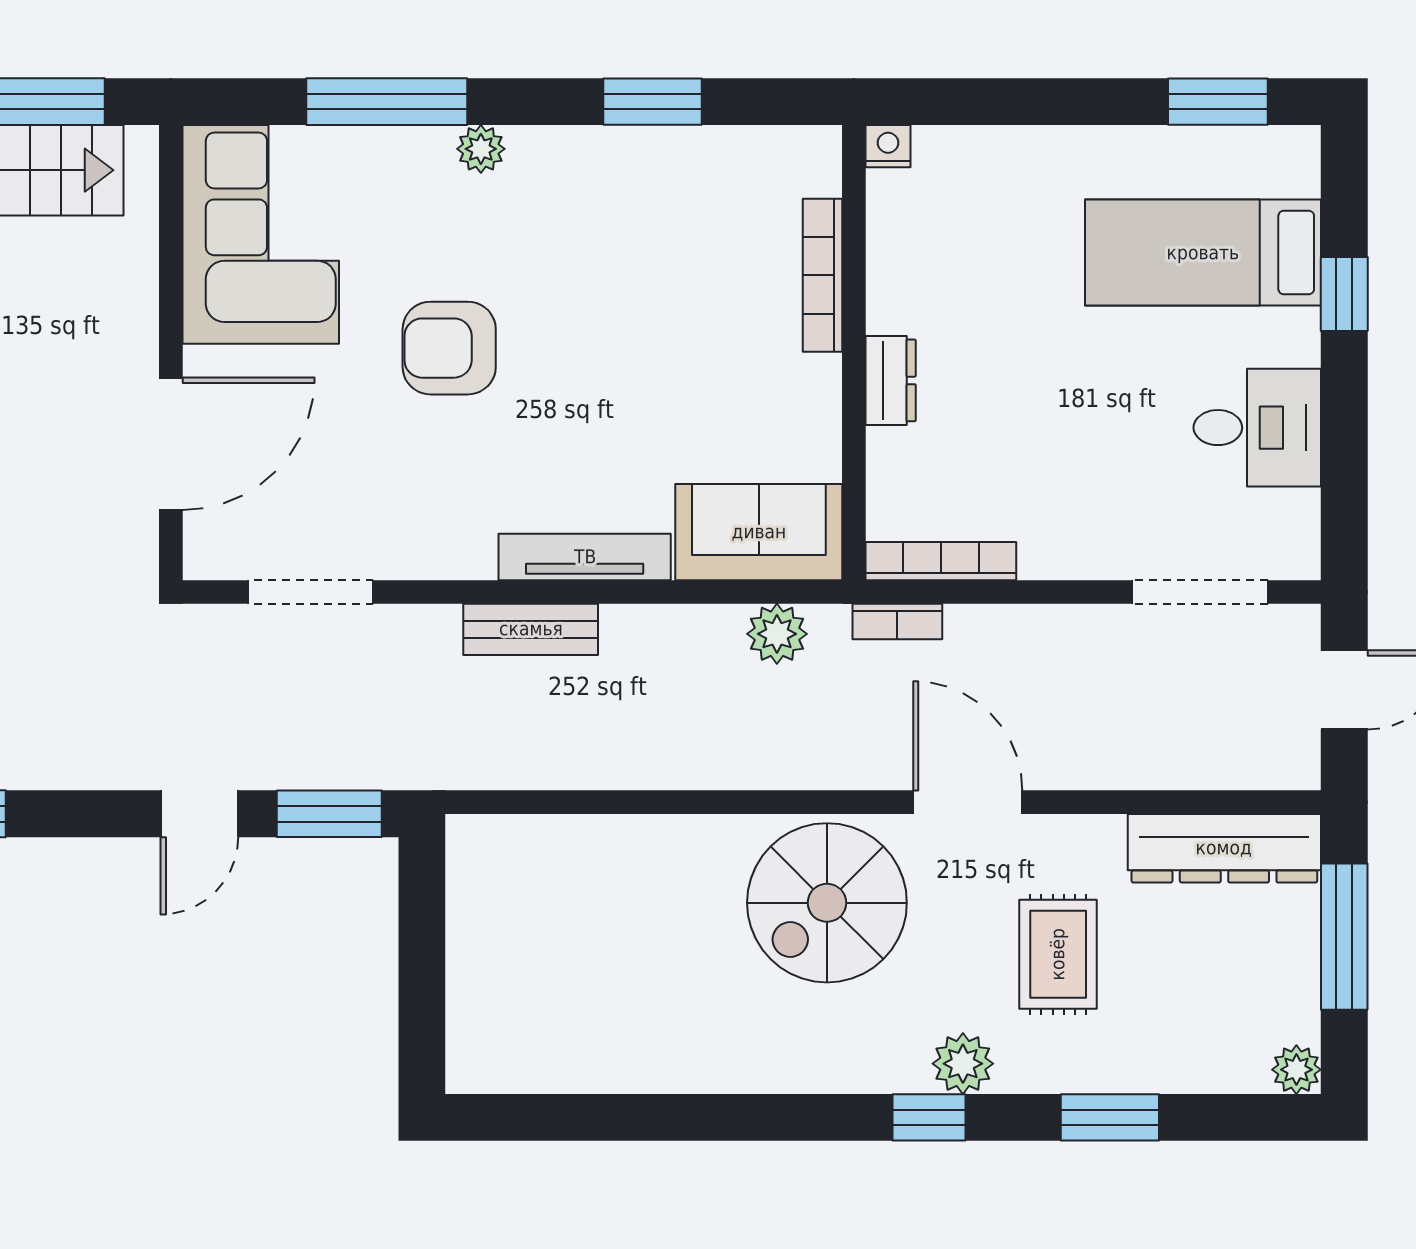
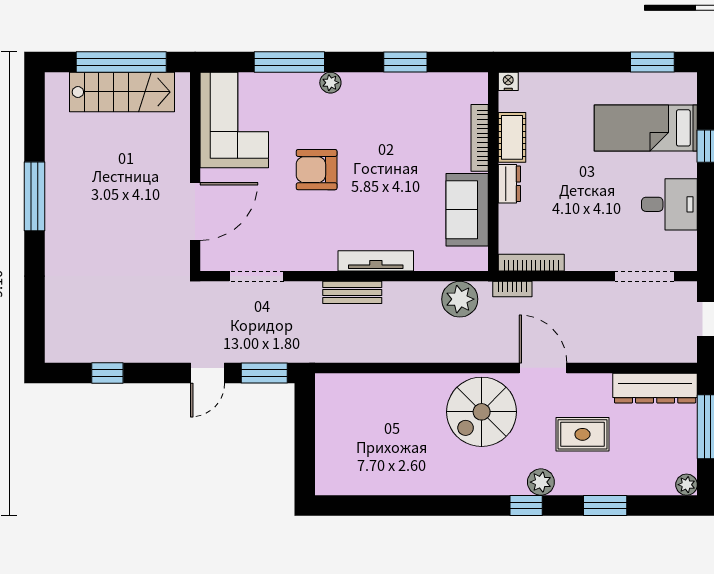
cot: (897, 274) -> (512, 137), added
sofa: (759, 532) -> (467, 210), moved, turned -90
plant: (777, 634) -> (460, 299), width x1.36, depth x1.36
rug: (1058, 954) -> (582, 434), turned 90

